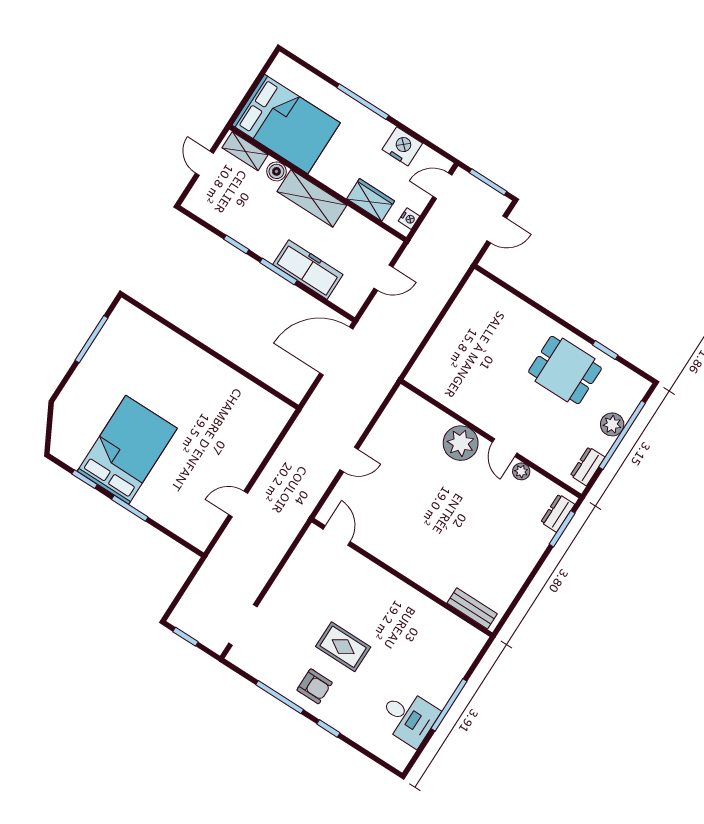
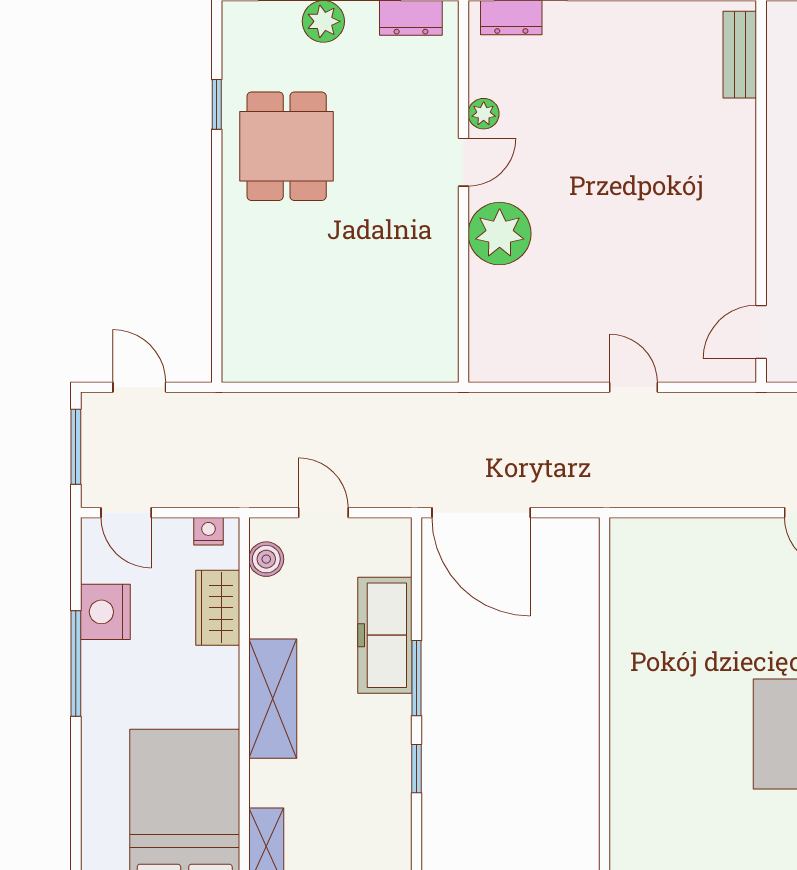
window: (363, 102) -> (76, 663), moved
boiler: (276, 171) -> (266, 559), moved

